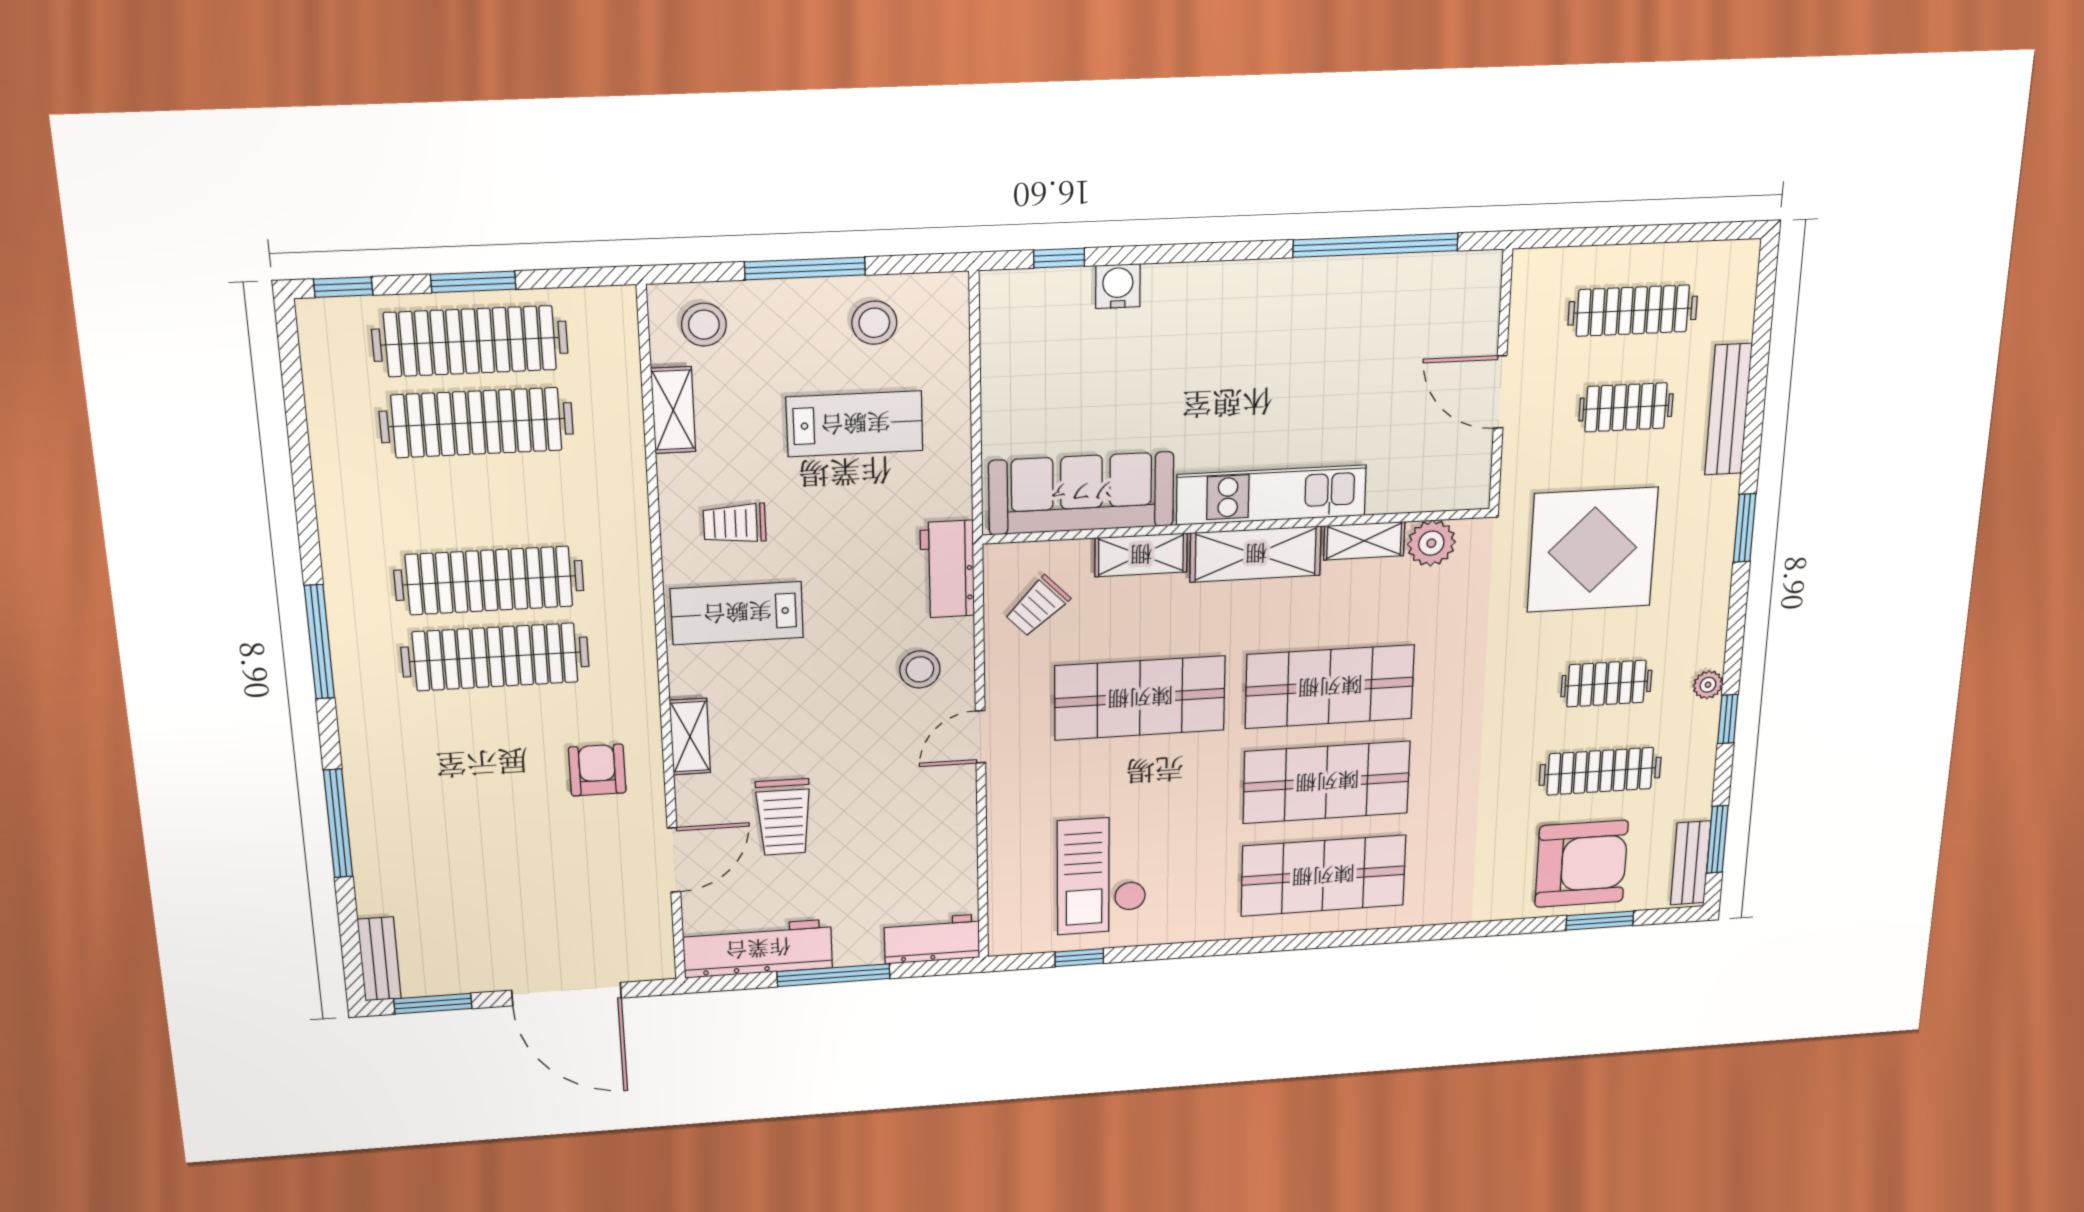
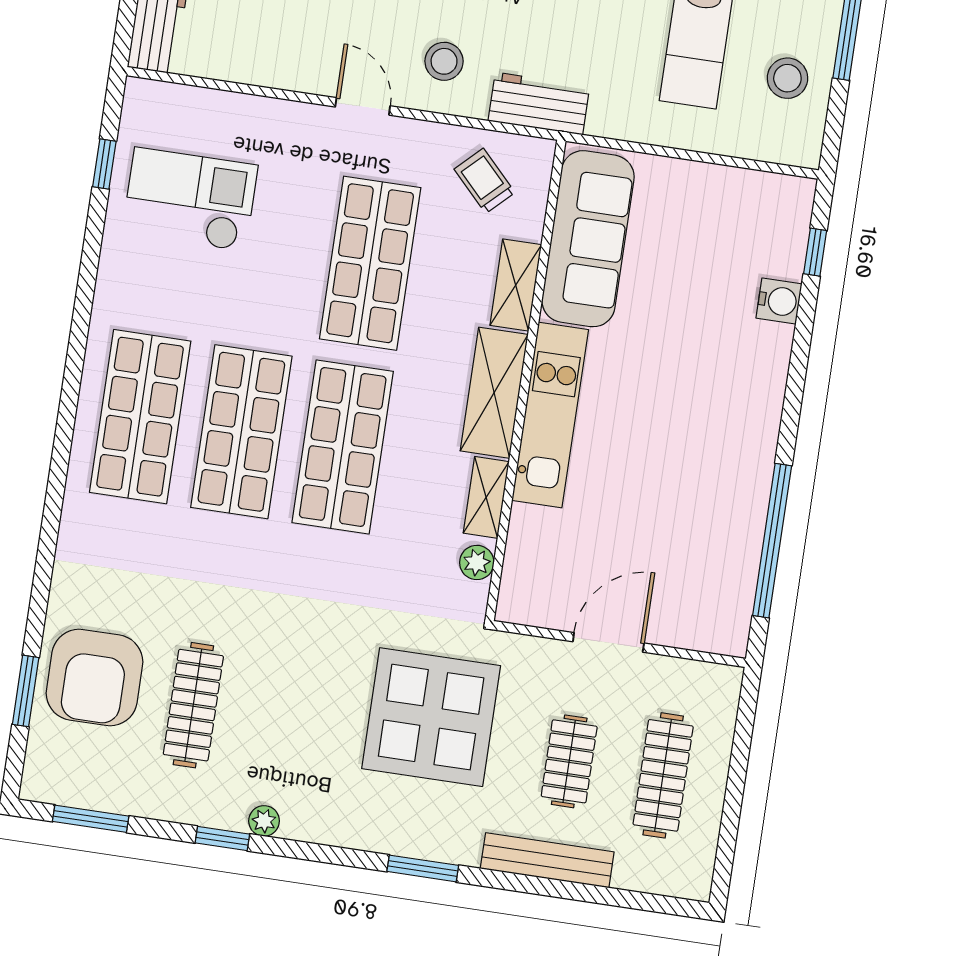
plant: (1431, 543) -> (477, 562), width x0.73, depth x0.73
clothes rail: (1606, 684) -> (287, 719), removed
bench: (1691, 863) -> (70, 790), removed

